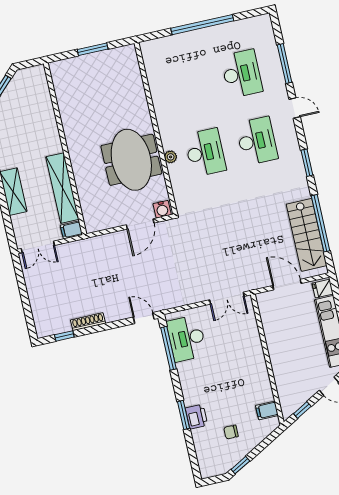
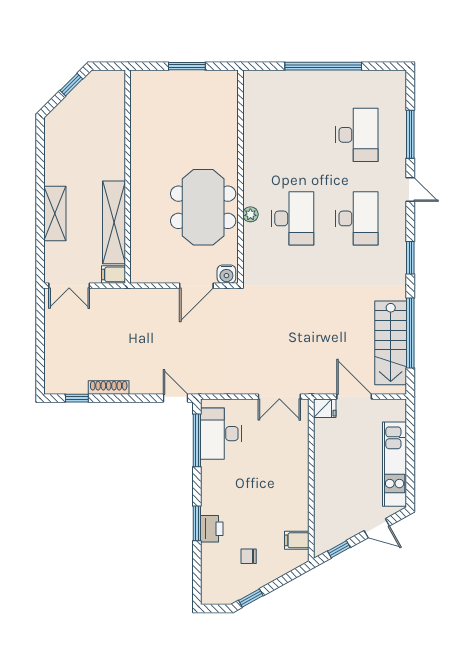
fridge: (323, 289) -> (325, 408), moved, turned 180

